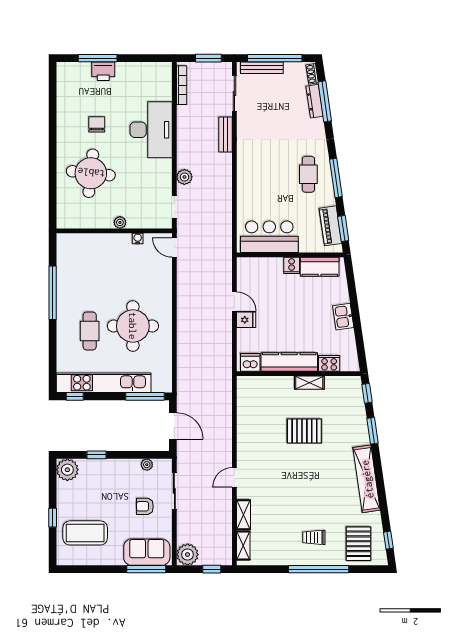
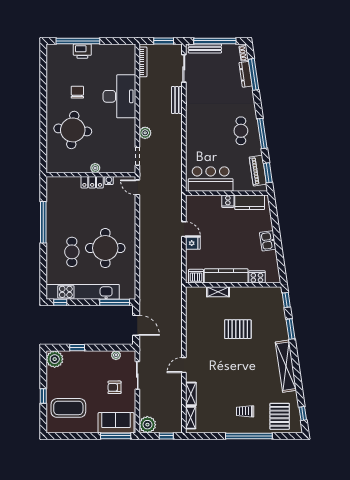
window: (98, 58) -> (78, 41), width x1.46
locker: (116, 241) -> (92, 182), added
shelving: (309, 383) -> (218, 292), moved

